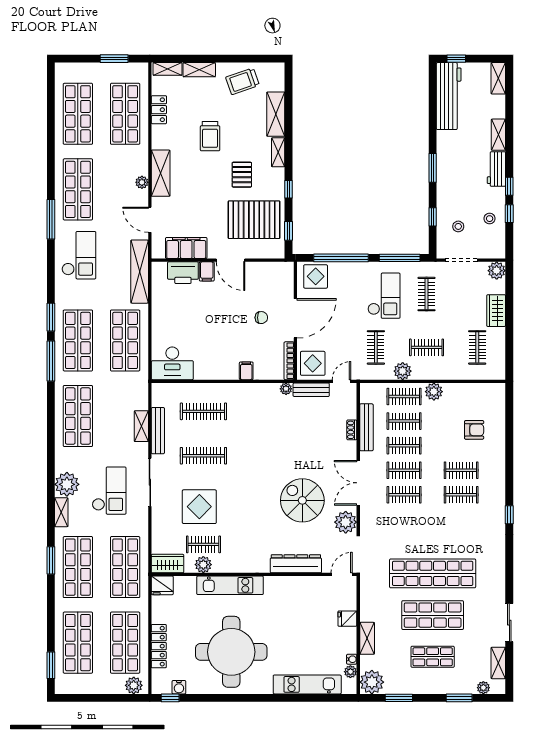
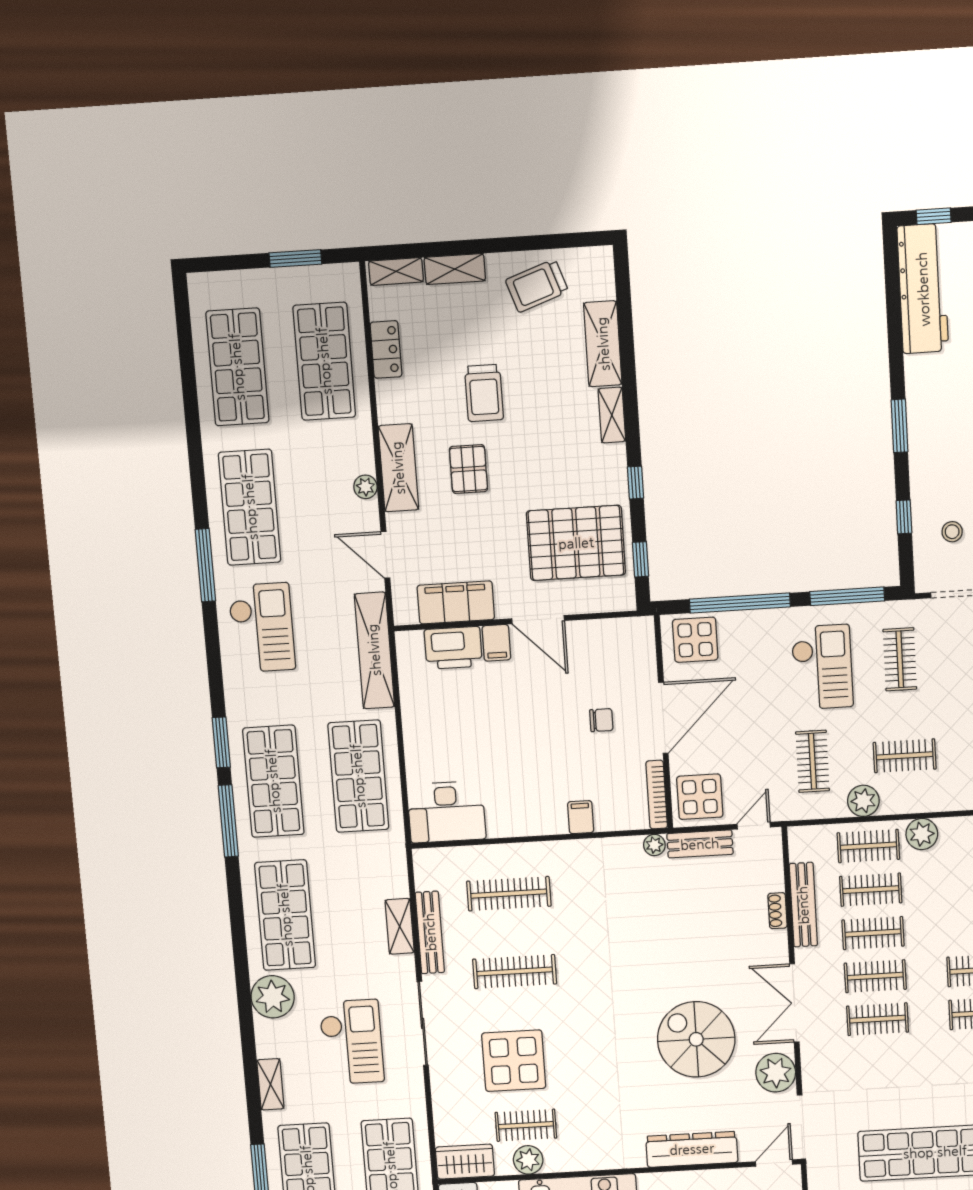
pallet: (242, 175) -> (468, 469), moved
plant: (67, 484) -> (273, 997), moved

